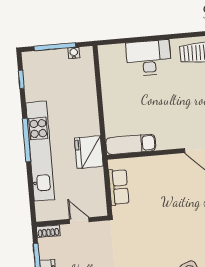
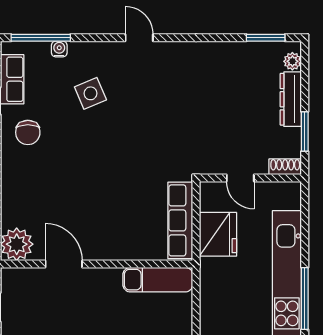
fridge: (89, 152) -> (218, 234), moved
row of seats: (119, 187) -> (180, 220), width x1.48

